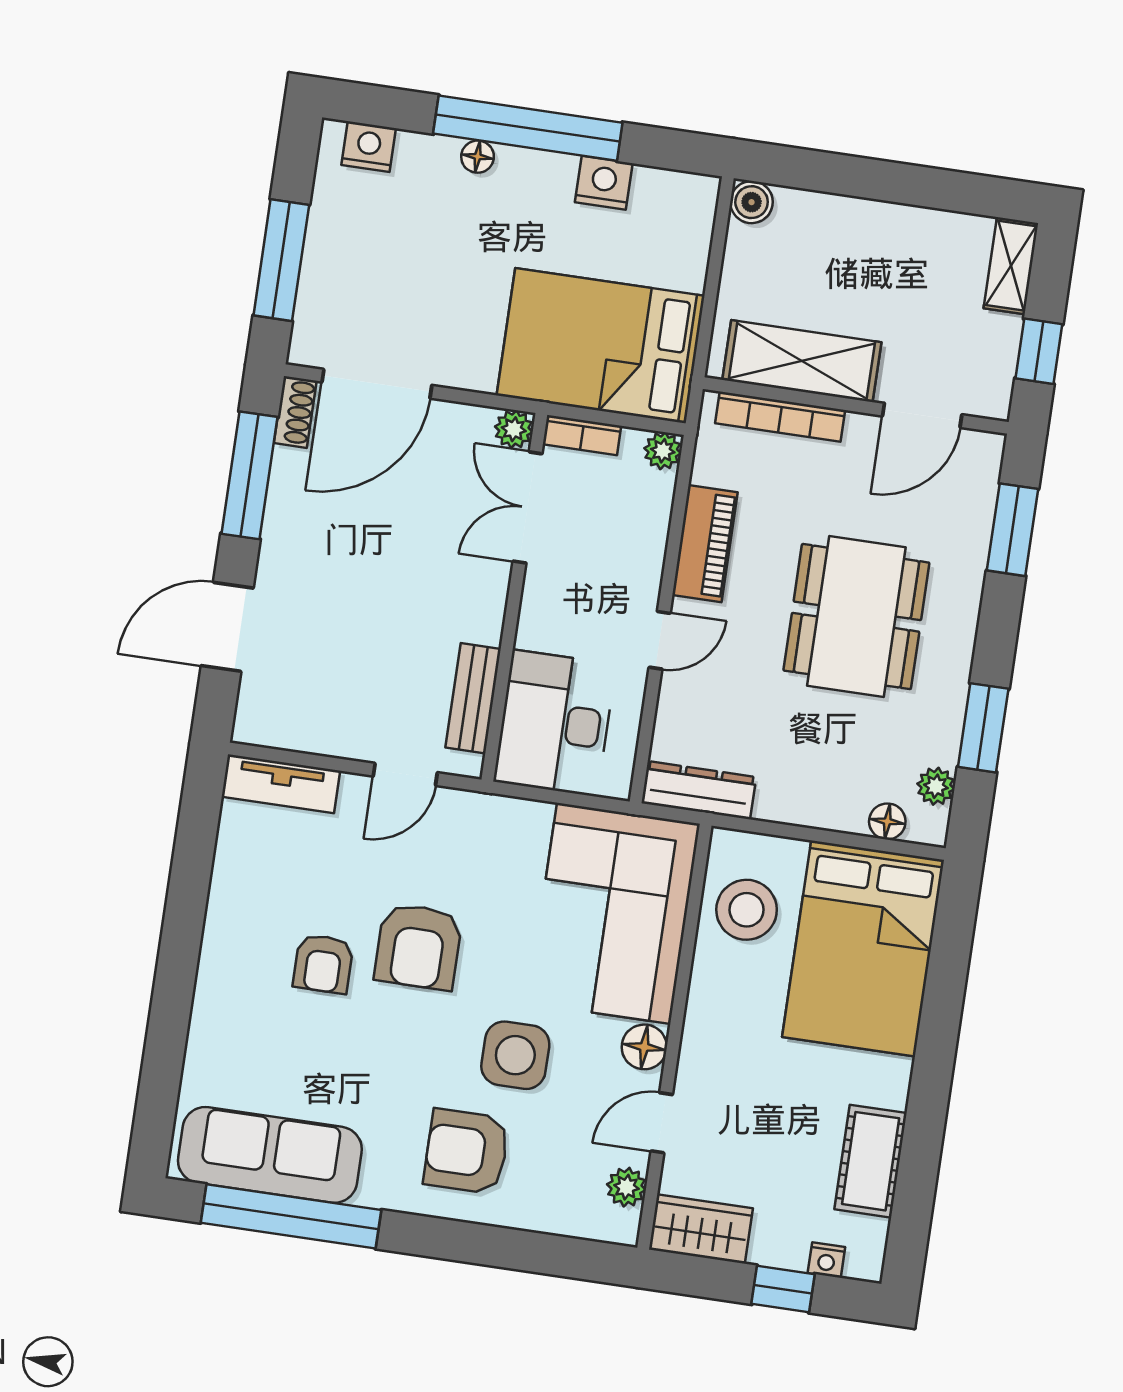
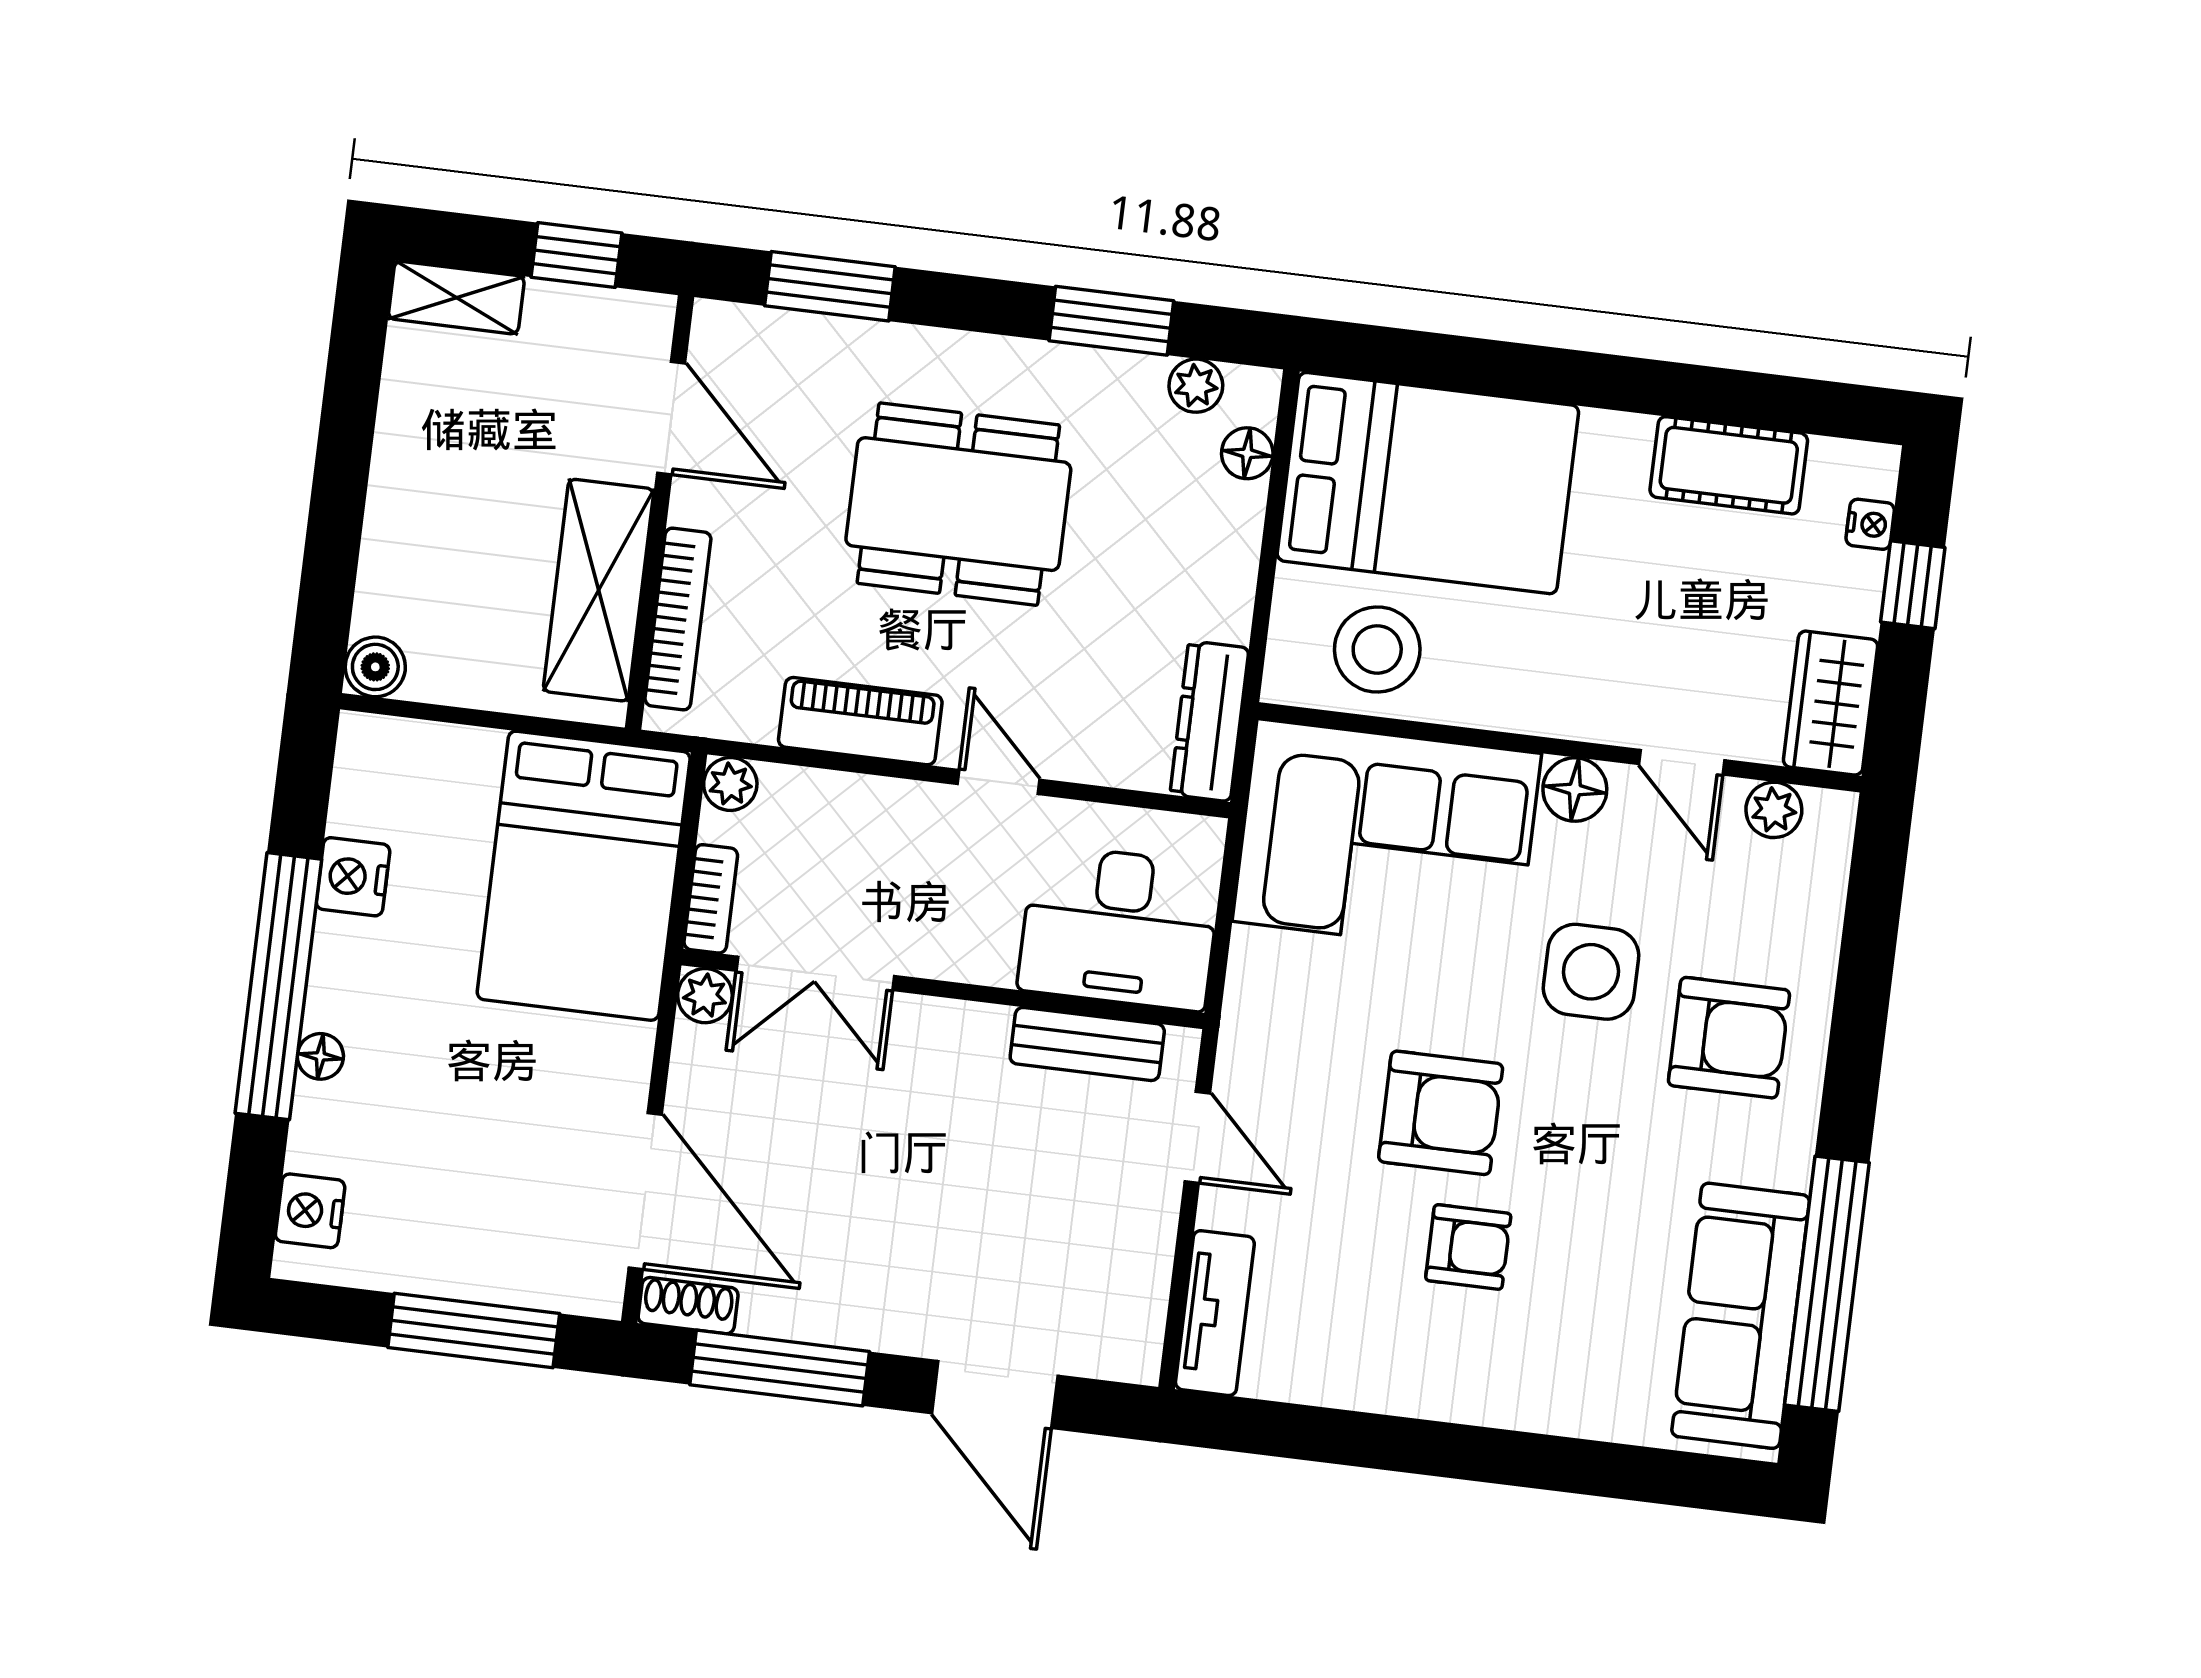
armchair: (466, 1151) -> (1729, 1038), turned -90

